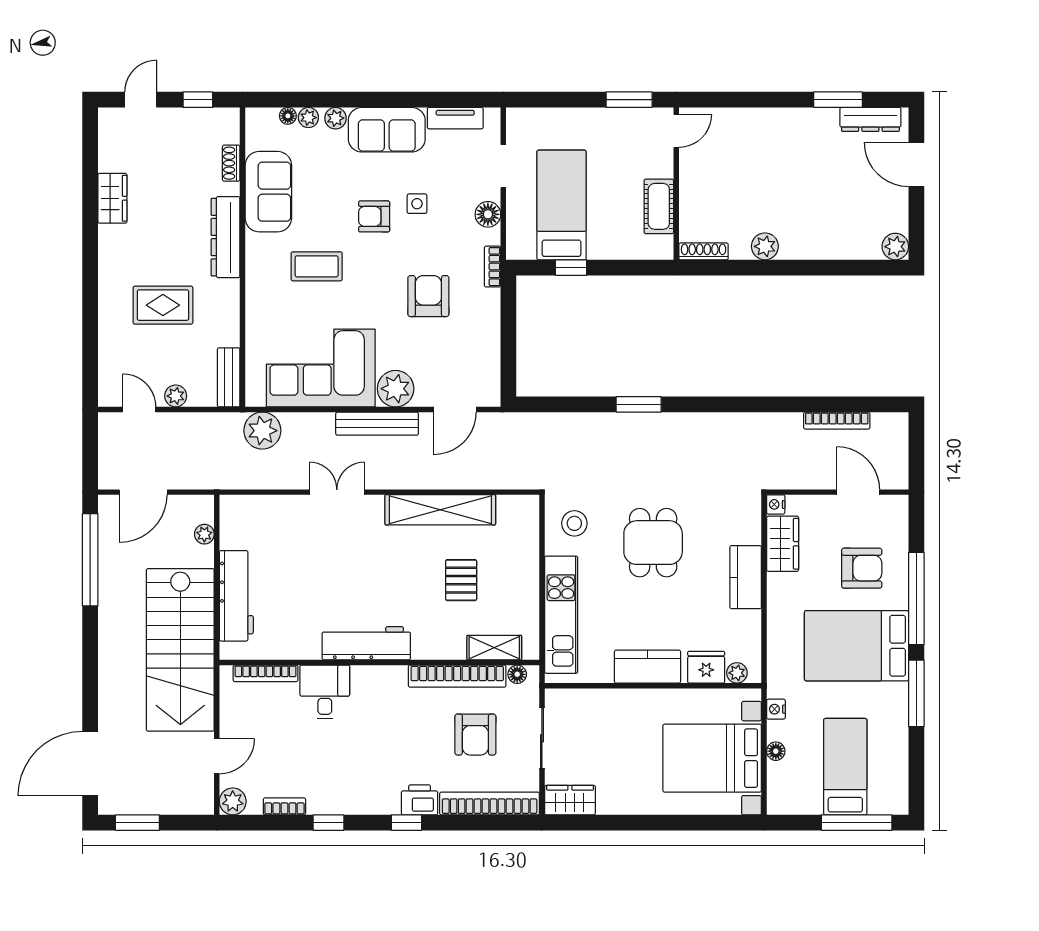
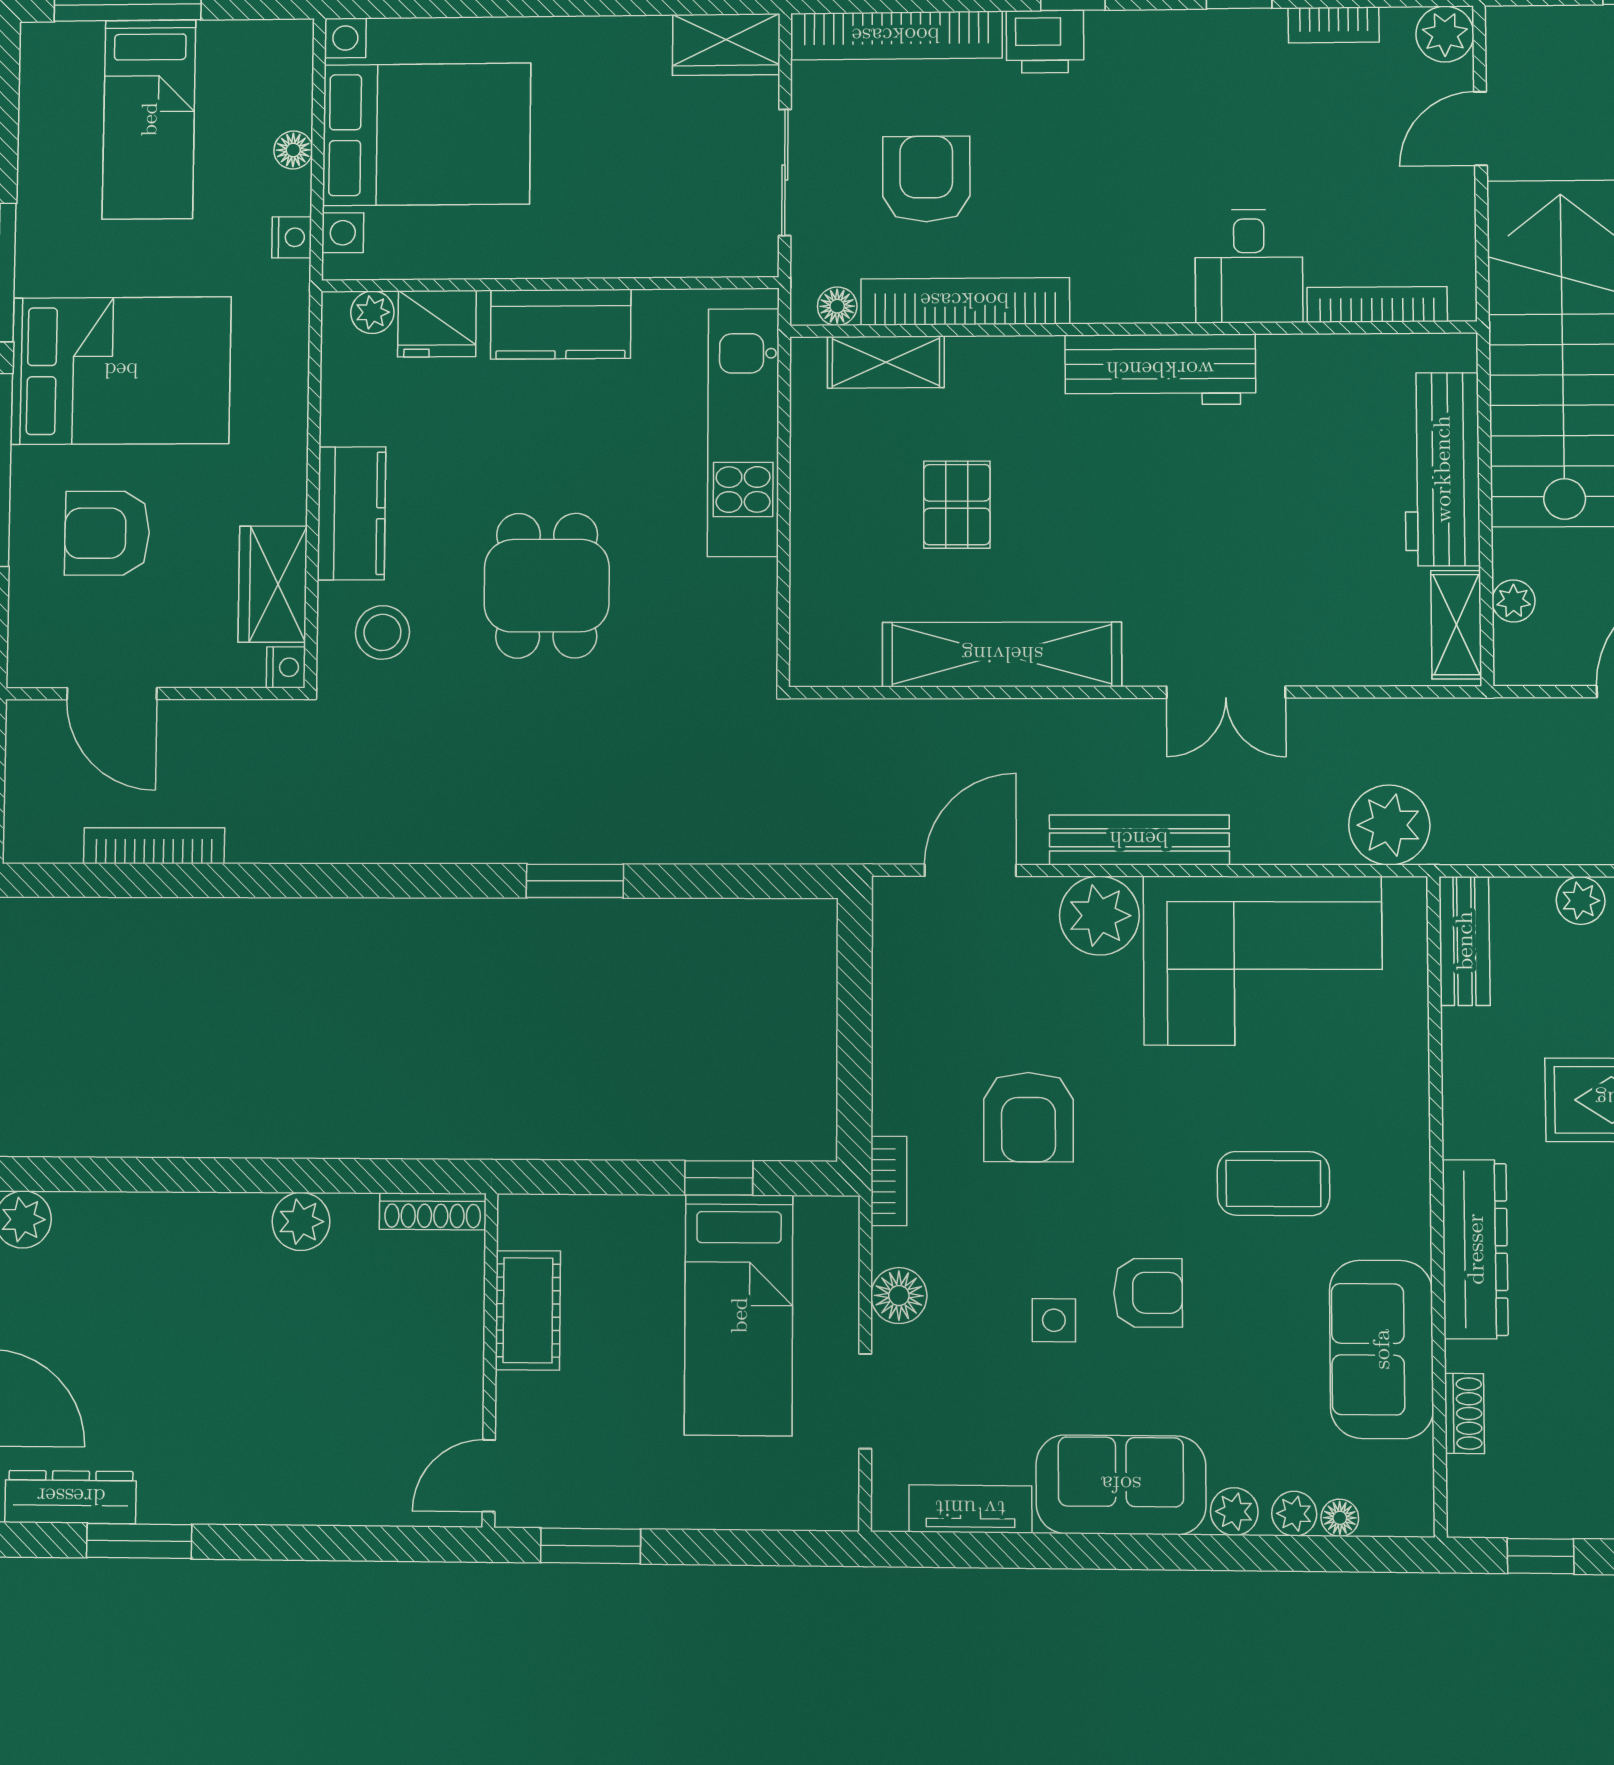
shelving: (231, 523) -> (1456, 625), added
stool: (574, 523) -> (382, 632), moved

